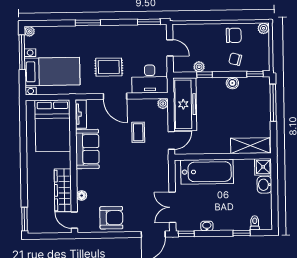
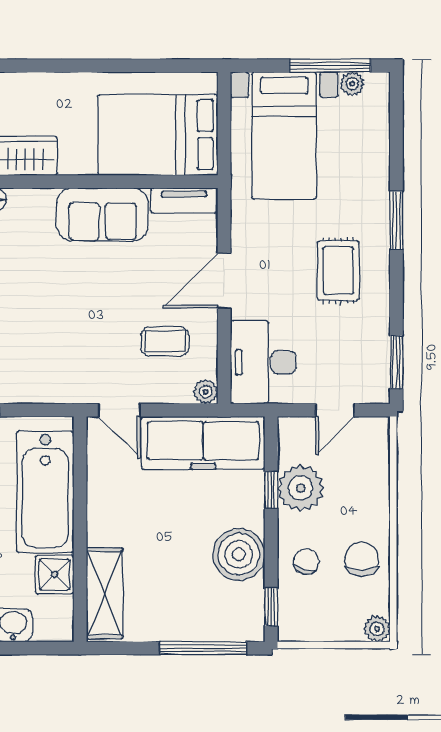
plant: (29, 31) -> (352, 84), moved
chair: (234, 35) -> (362, 559), turned 180
rug: (109, 67) -> (338, 271), moved
plant: (199, 67) -> (301, 488), width x1.87, depth x1.87
boiler: (232, 83) -> (239, 554), width x1.86, depth x1.86
coffee table: (138, 132) -> (165, 341), moved
shower: (263, 167) -> (55, 574), moved

